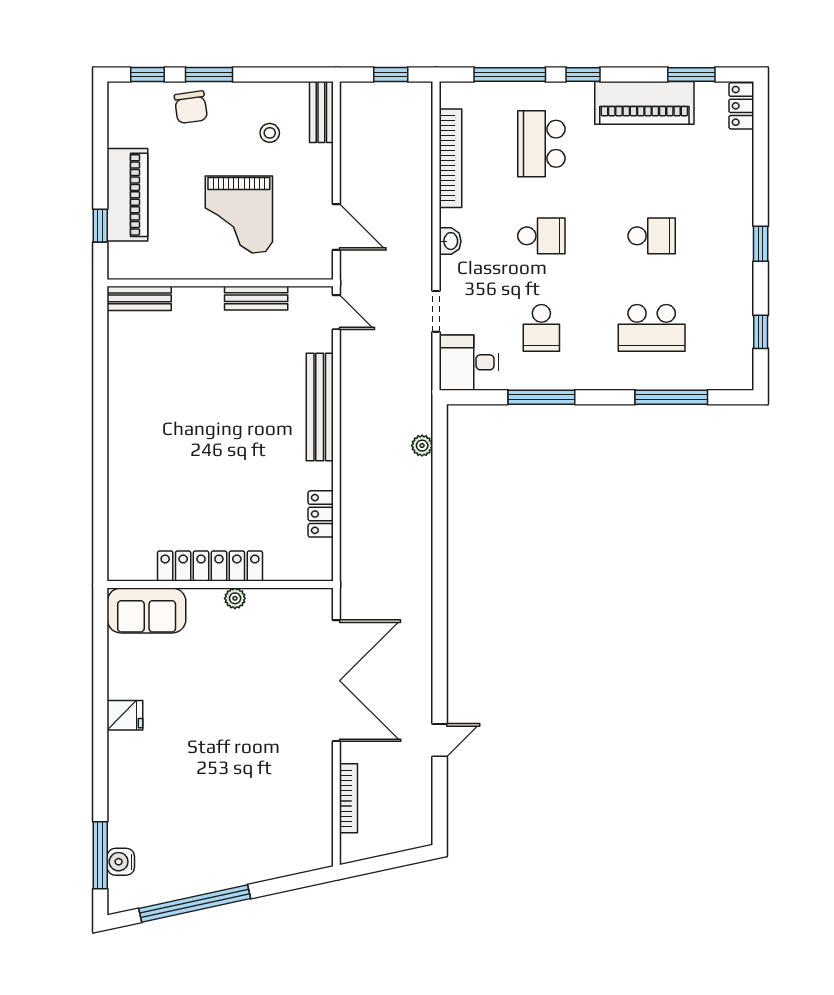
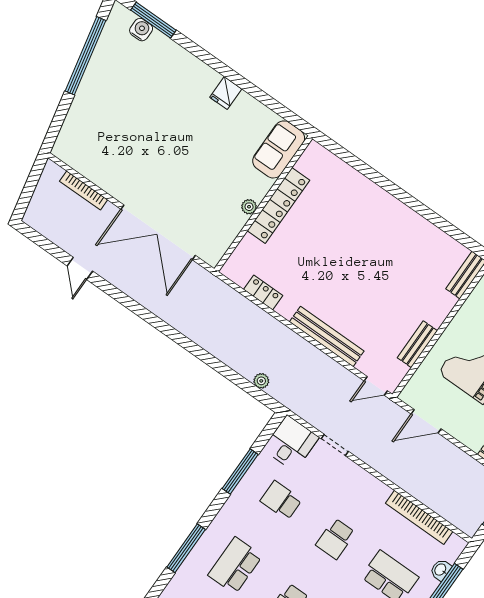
washbasin: (450, 241) -> (441, 570), moved, turned 90

